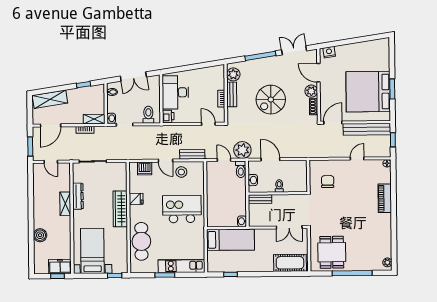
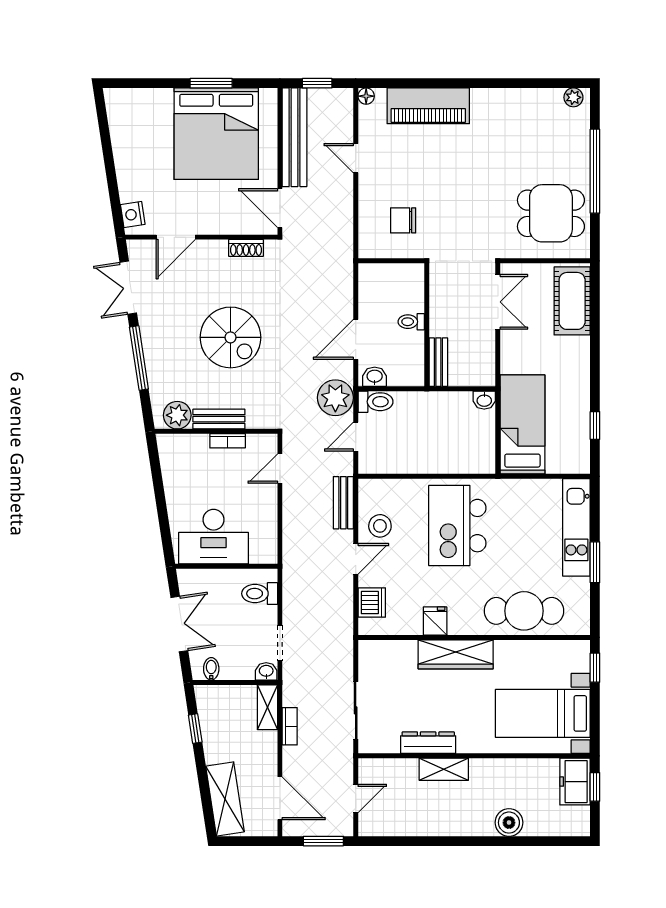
plant: (311, 91) -> (214, 253), removed
printer: (168, 116) -> (263, 552), removed
washbasin: (253, 180) -> (375, 377), moved
piano: (385, 198) -> (428, 106), width x1.37, depth x1.33

